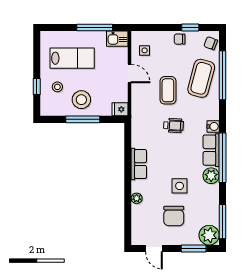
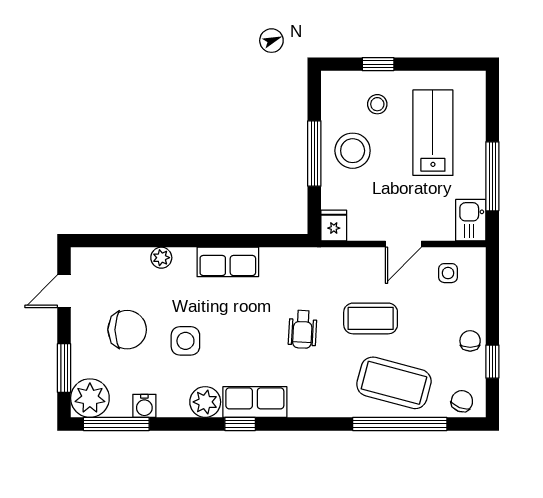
lab bench: (72, 58) -> (433, 133), turned 180
water cooler: (213, 126) -> (144, 406), moved
window: (222, 158) -> (240, 424), width x0.32
chair: (174, 216) -> (127, 330), turned 180

